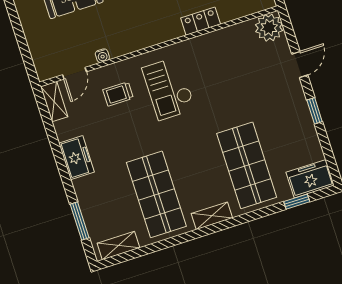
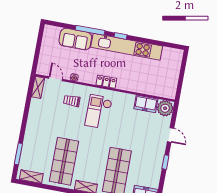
locker: (201, 21) -> (106, 82), moved
door: (300, 64) -> (171, 135), hinge flipped
door: (74, 73) -> (56, 79), swing flipped
freezer: (77, 158) -> (146, 104), moved, turned 90

